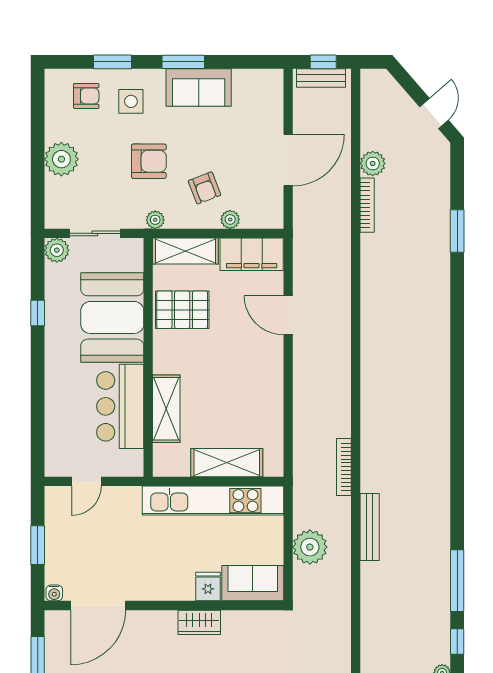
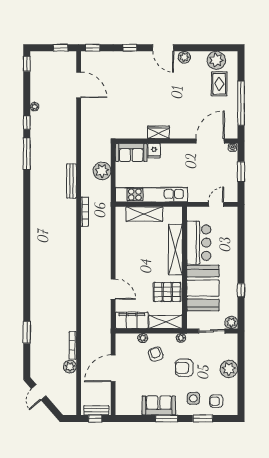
shelving: (166, 409) -> (175, 250), width x1.47

